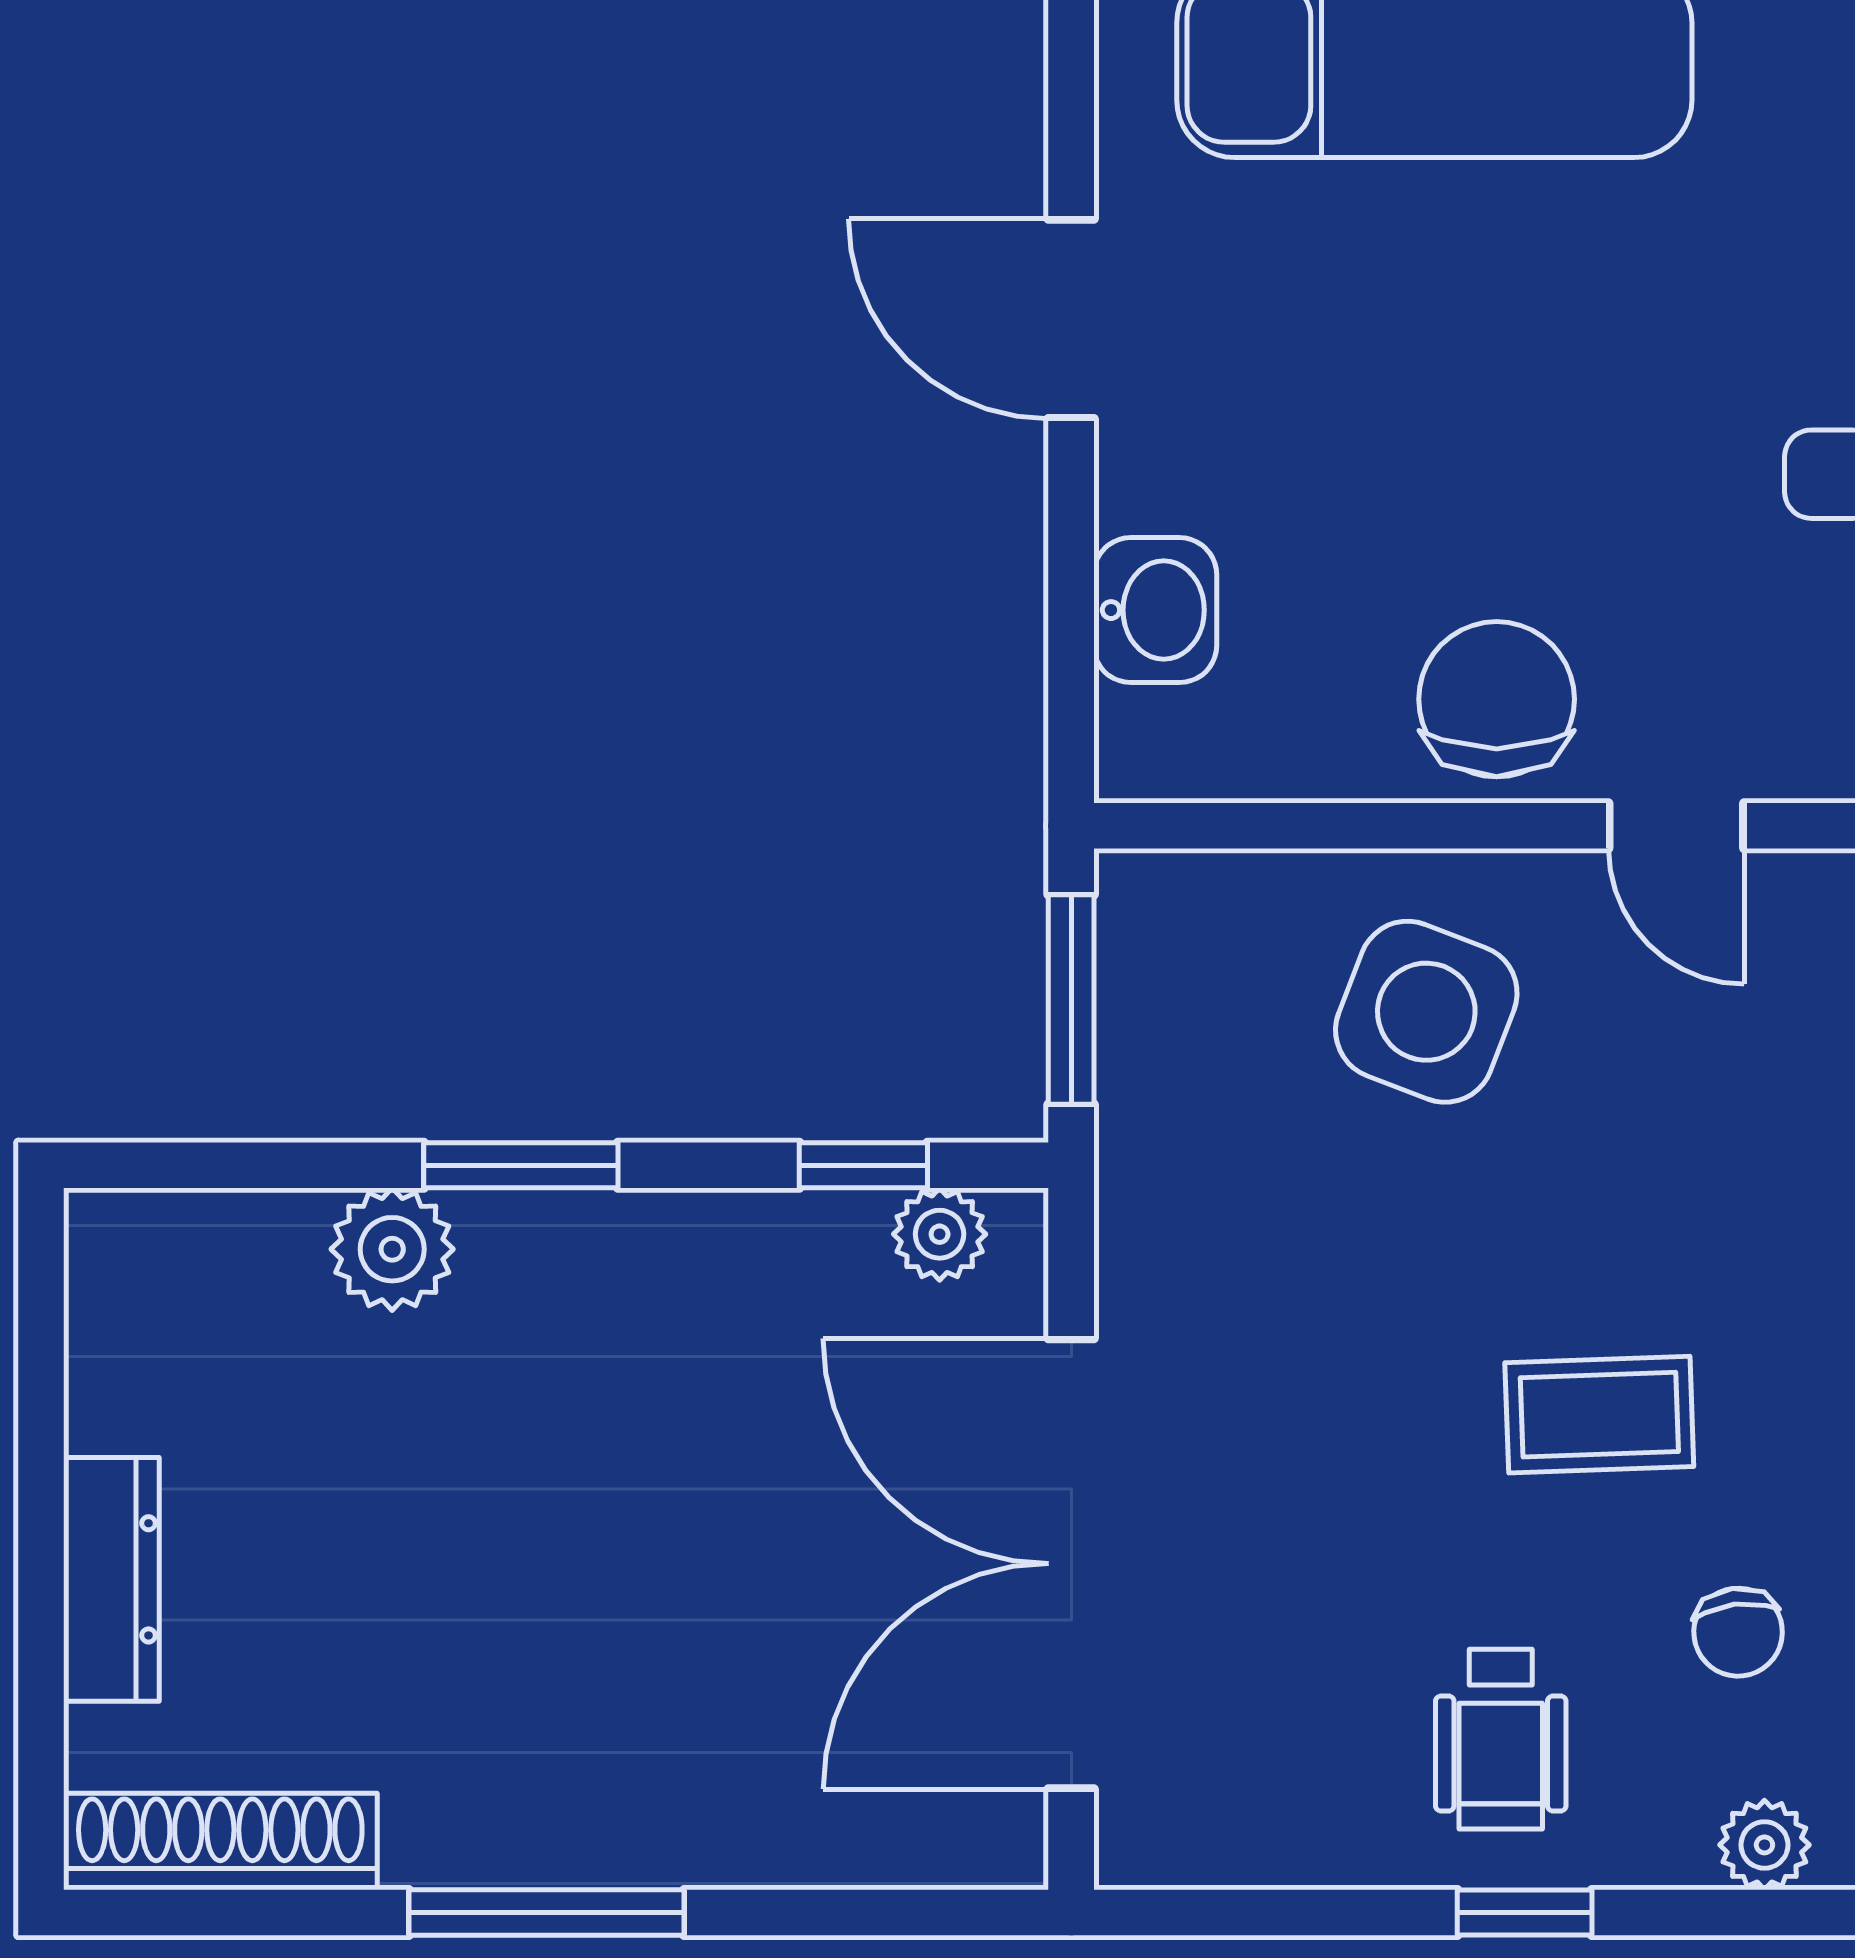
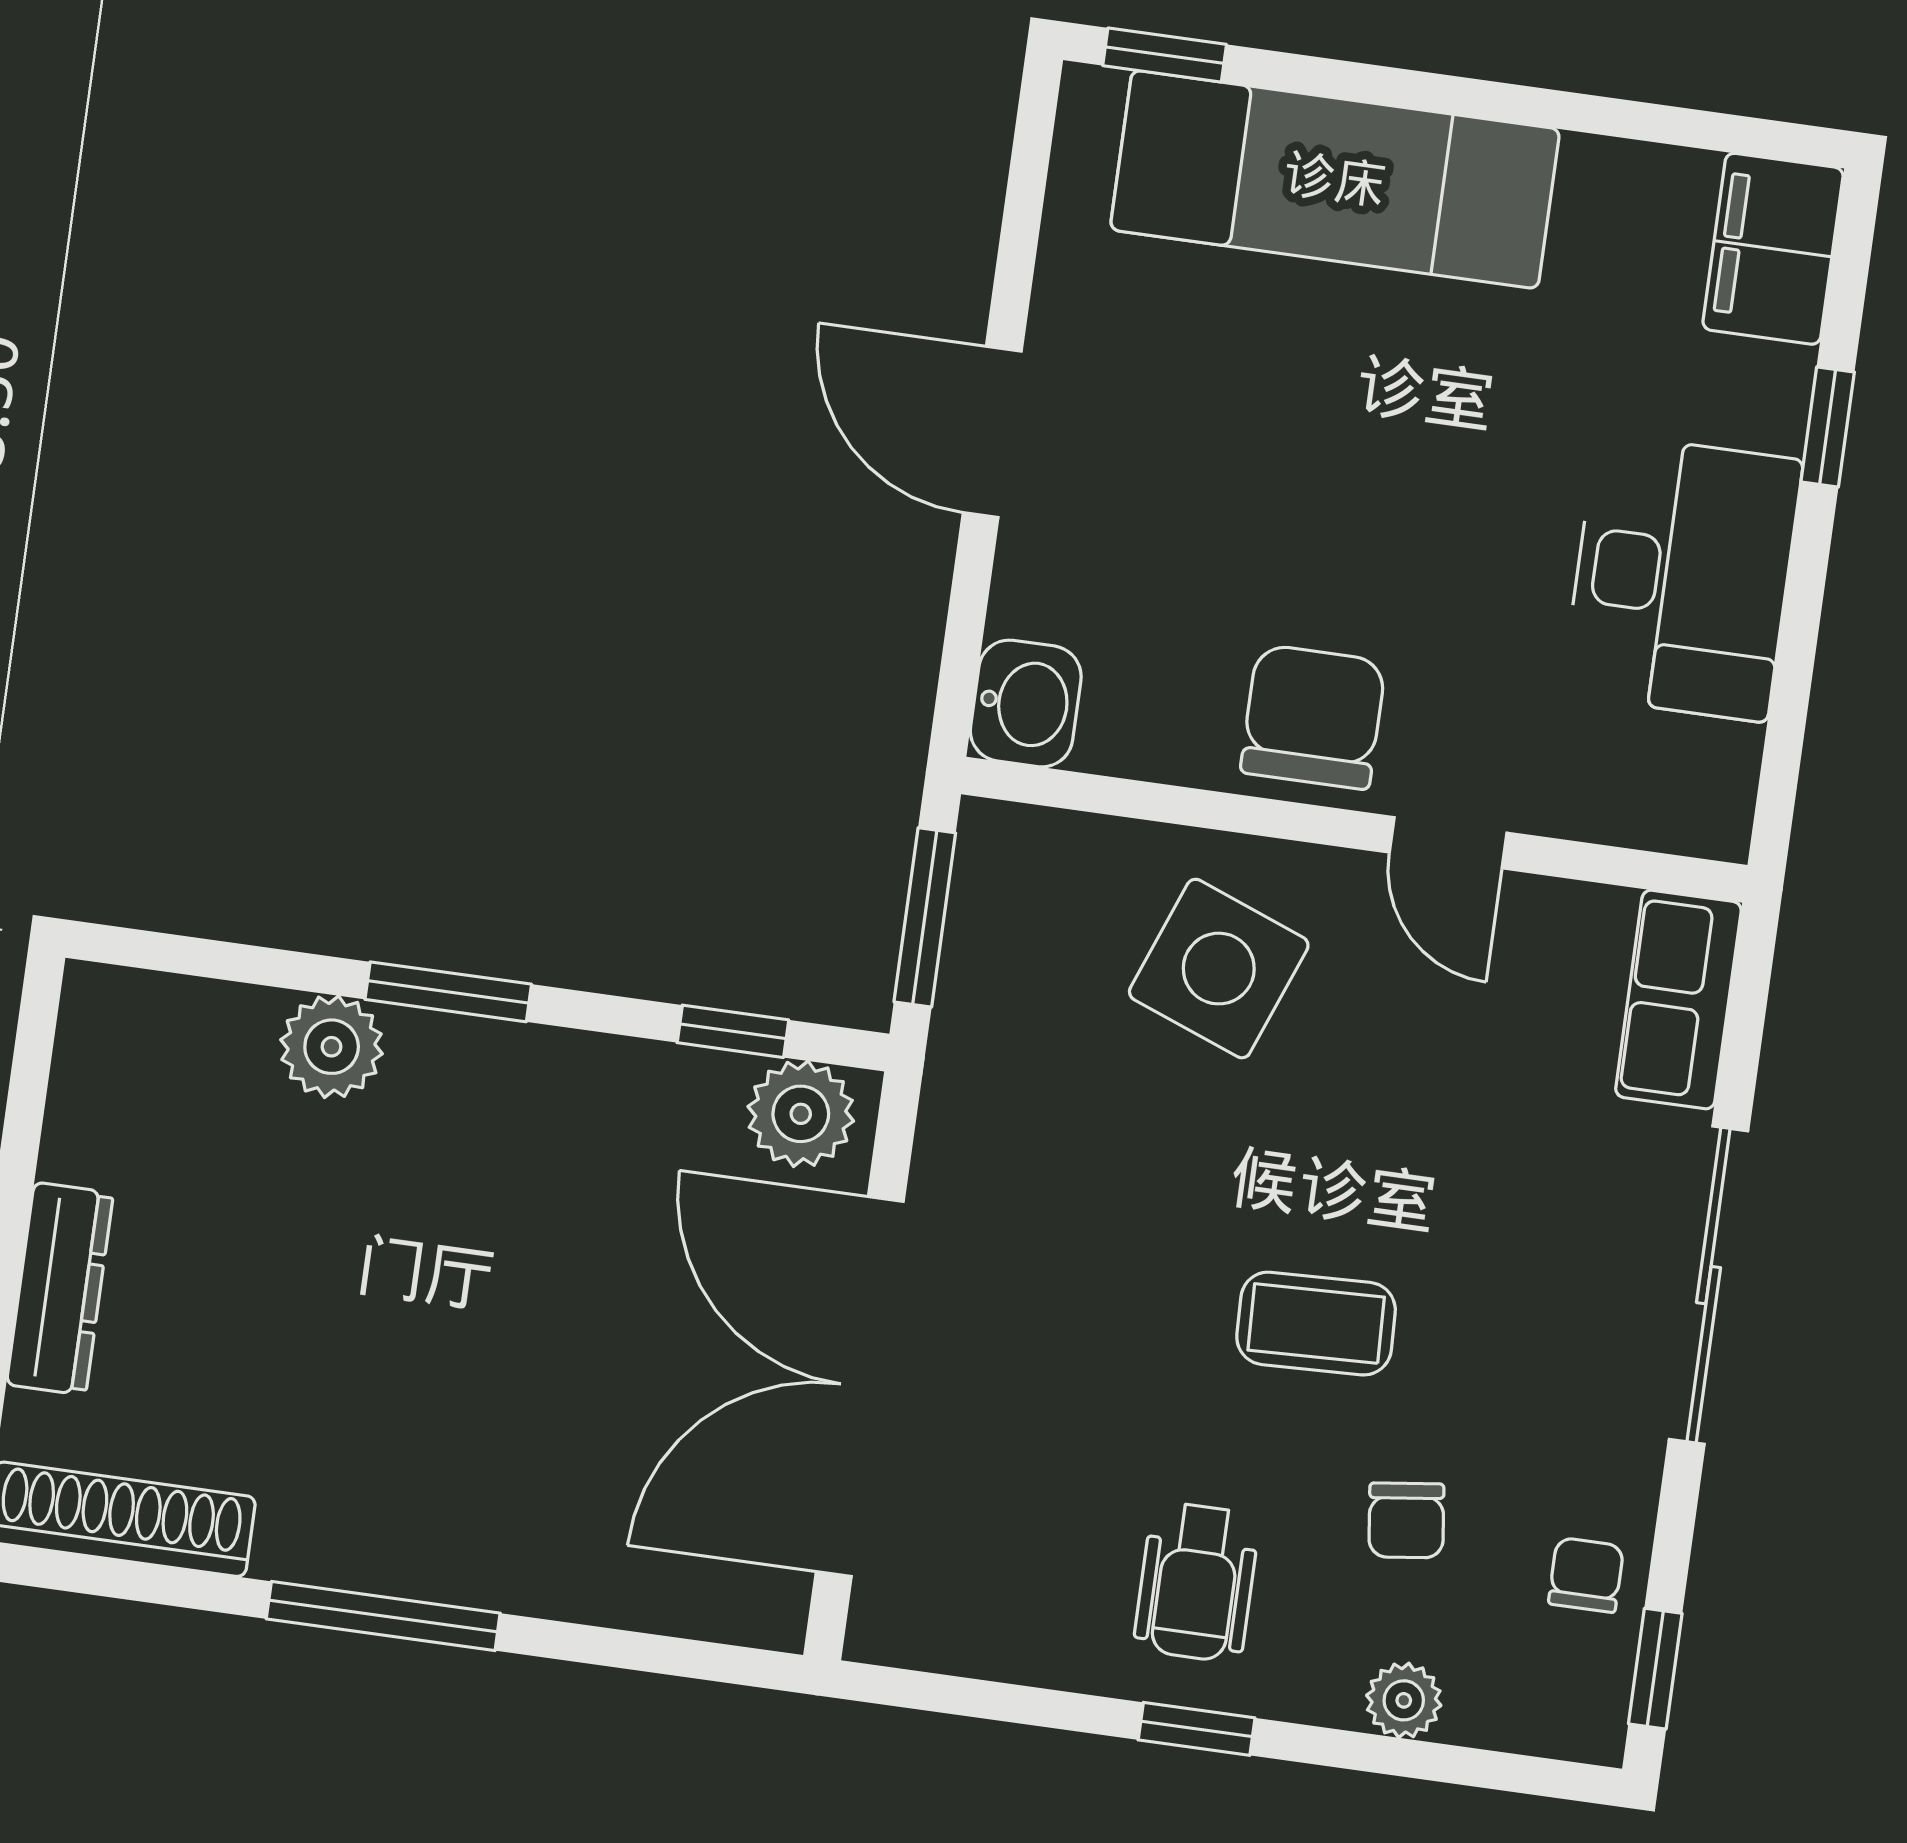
door: (1071, 319) -> (992, 432), moved
washbasin: (1155, 610) -> (1026, 703), moved
plant: (940, 1234) -> (801, 1114), width x1.38, depth x1.38

